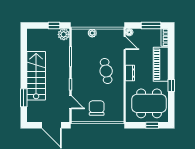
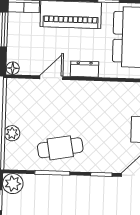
door: (125, 43) -> (51, 78), moved
cafe table: (106, 71) -> (60, 148), moved

